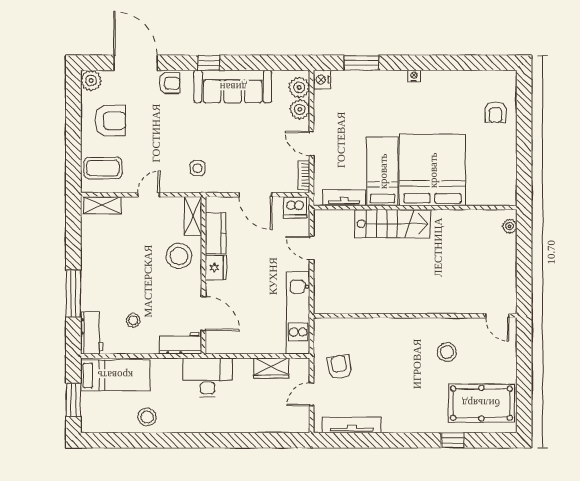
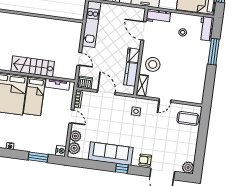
armchair: (110, 121) -> (181, 144), removed
shelving: (102, 205) -> (191, 98), removed

